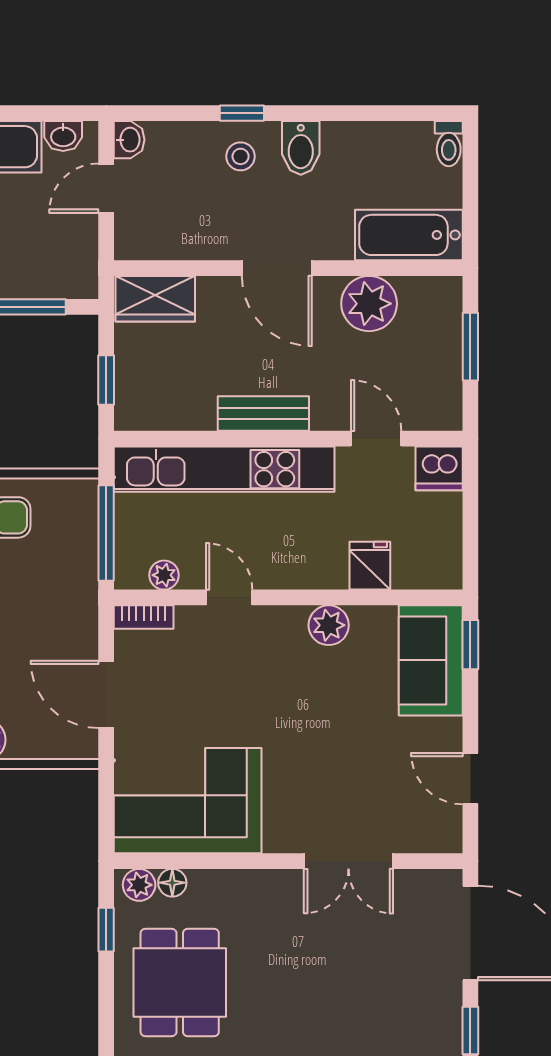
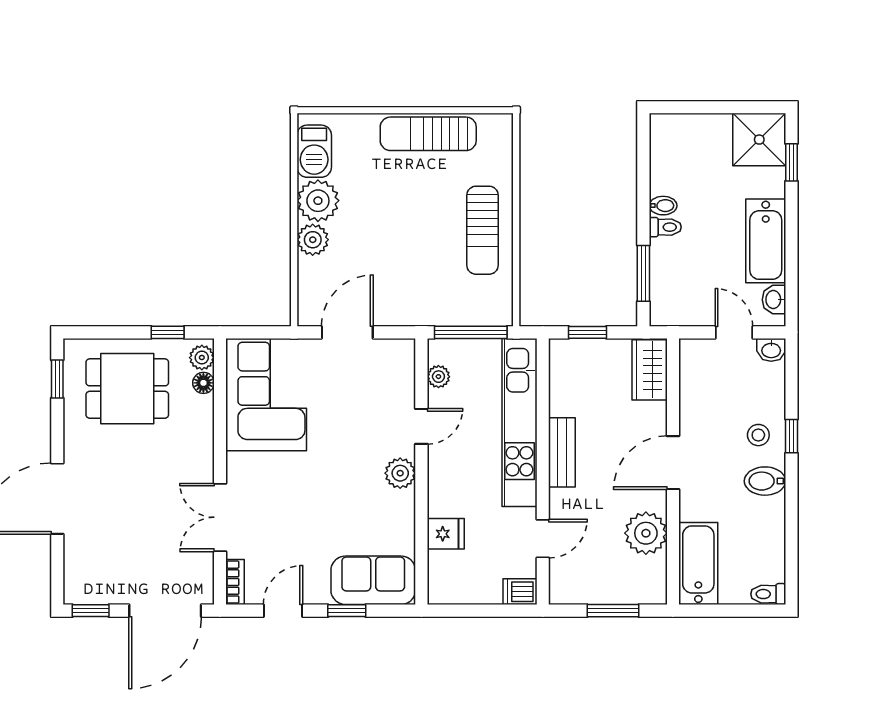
dishwasher: (439, 468) -> (520, 592), width x0.73
bookcase: (144, 617) -> (235, 582), moved, turned 180
plant: (329, 625) -> (400, 473), moved
window: (470, 645) -> (347, 611), moved

